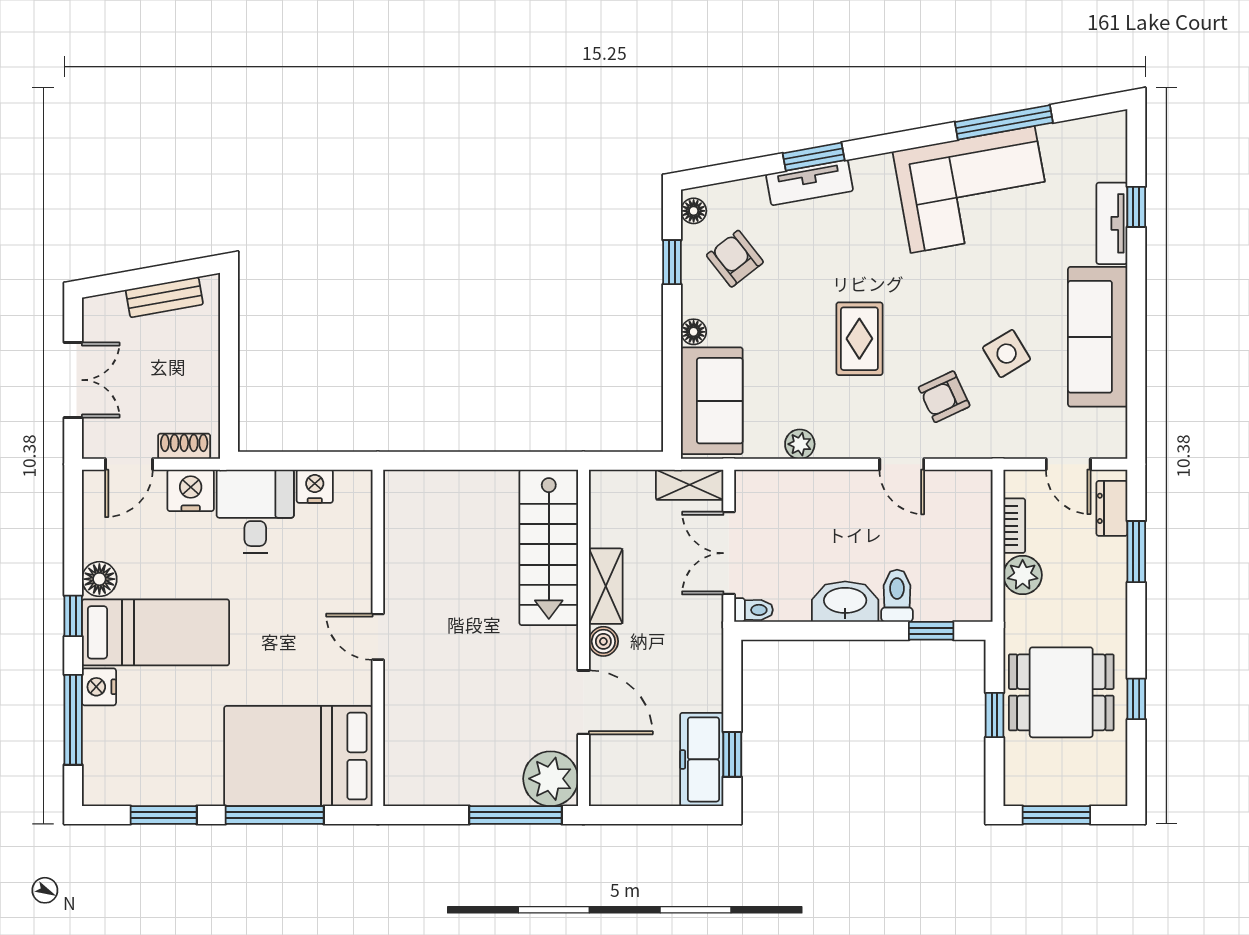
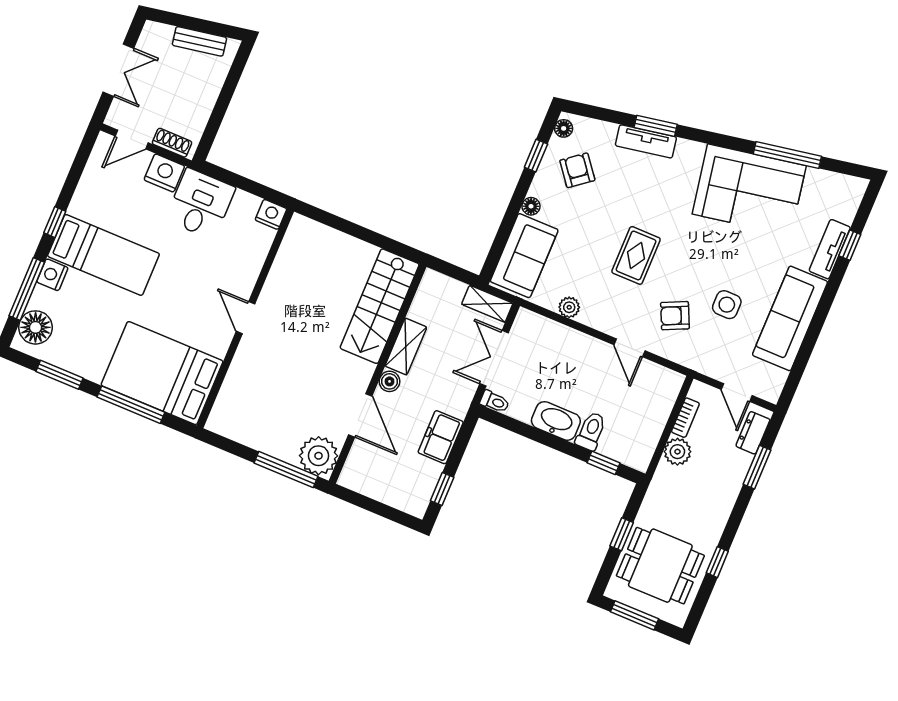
side table: (1007, 354) -> (727, 305), turned 31
nightstand: (315, 486) -> (271, 214), moved
floor lamp: (99, 579) -> (36, 327), moved, width x1.38, depth x1.38
dining table: (1061, 692) -> (660, 566), moved
freezer: (702, 759) -> (441, 437), moved, width x0.71

